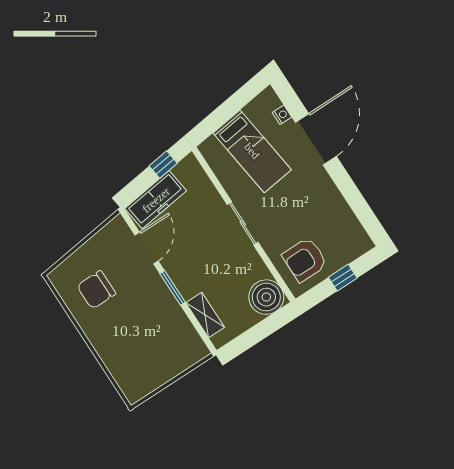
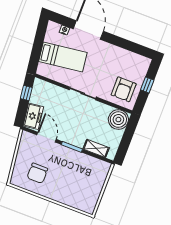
freezer: (156, 200) -> (33, 116), width x0.71

